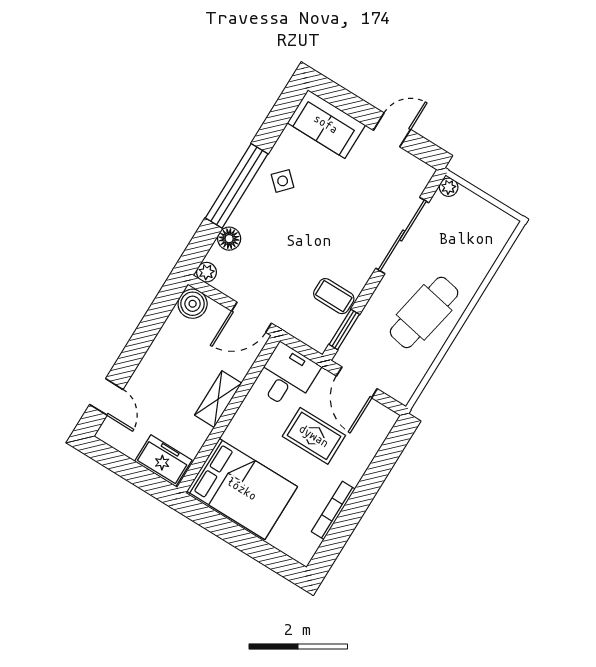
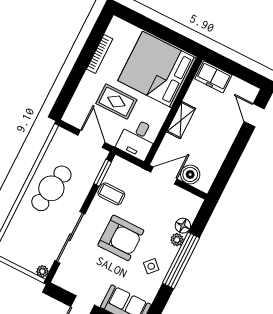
armchair: (325, 228) -> (121, 238), added
plant: (206, 272) -> (177, 240), moved
boiler: (193, 304) -> (190, 174), moved
bed: (242, 489) -> (157, 69), width x1.36

